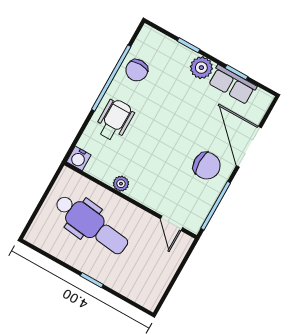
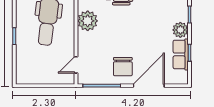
plant: (121, 184) -> (88, 21), width x1.88, depth x1.88

